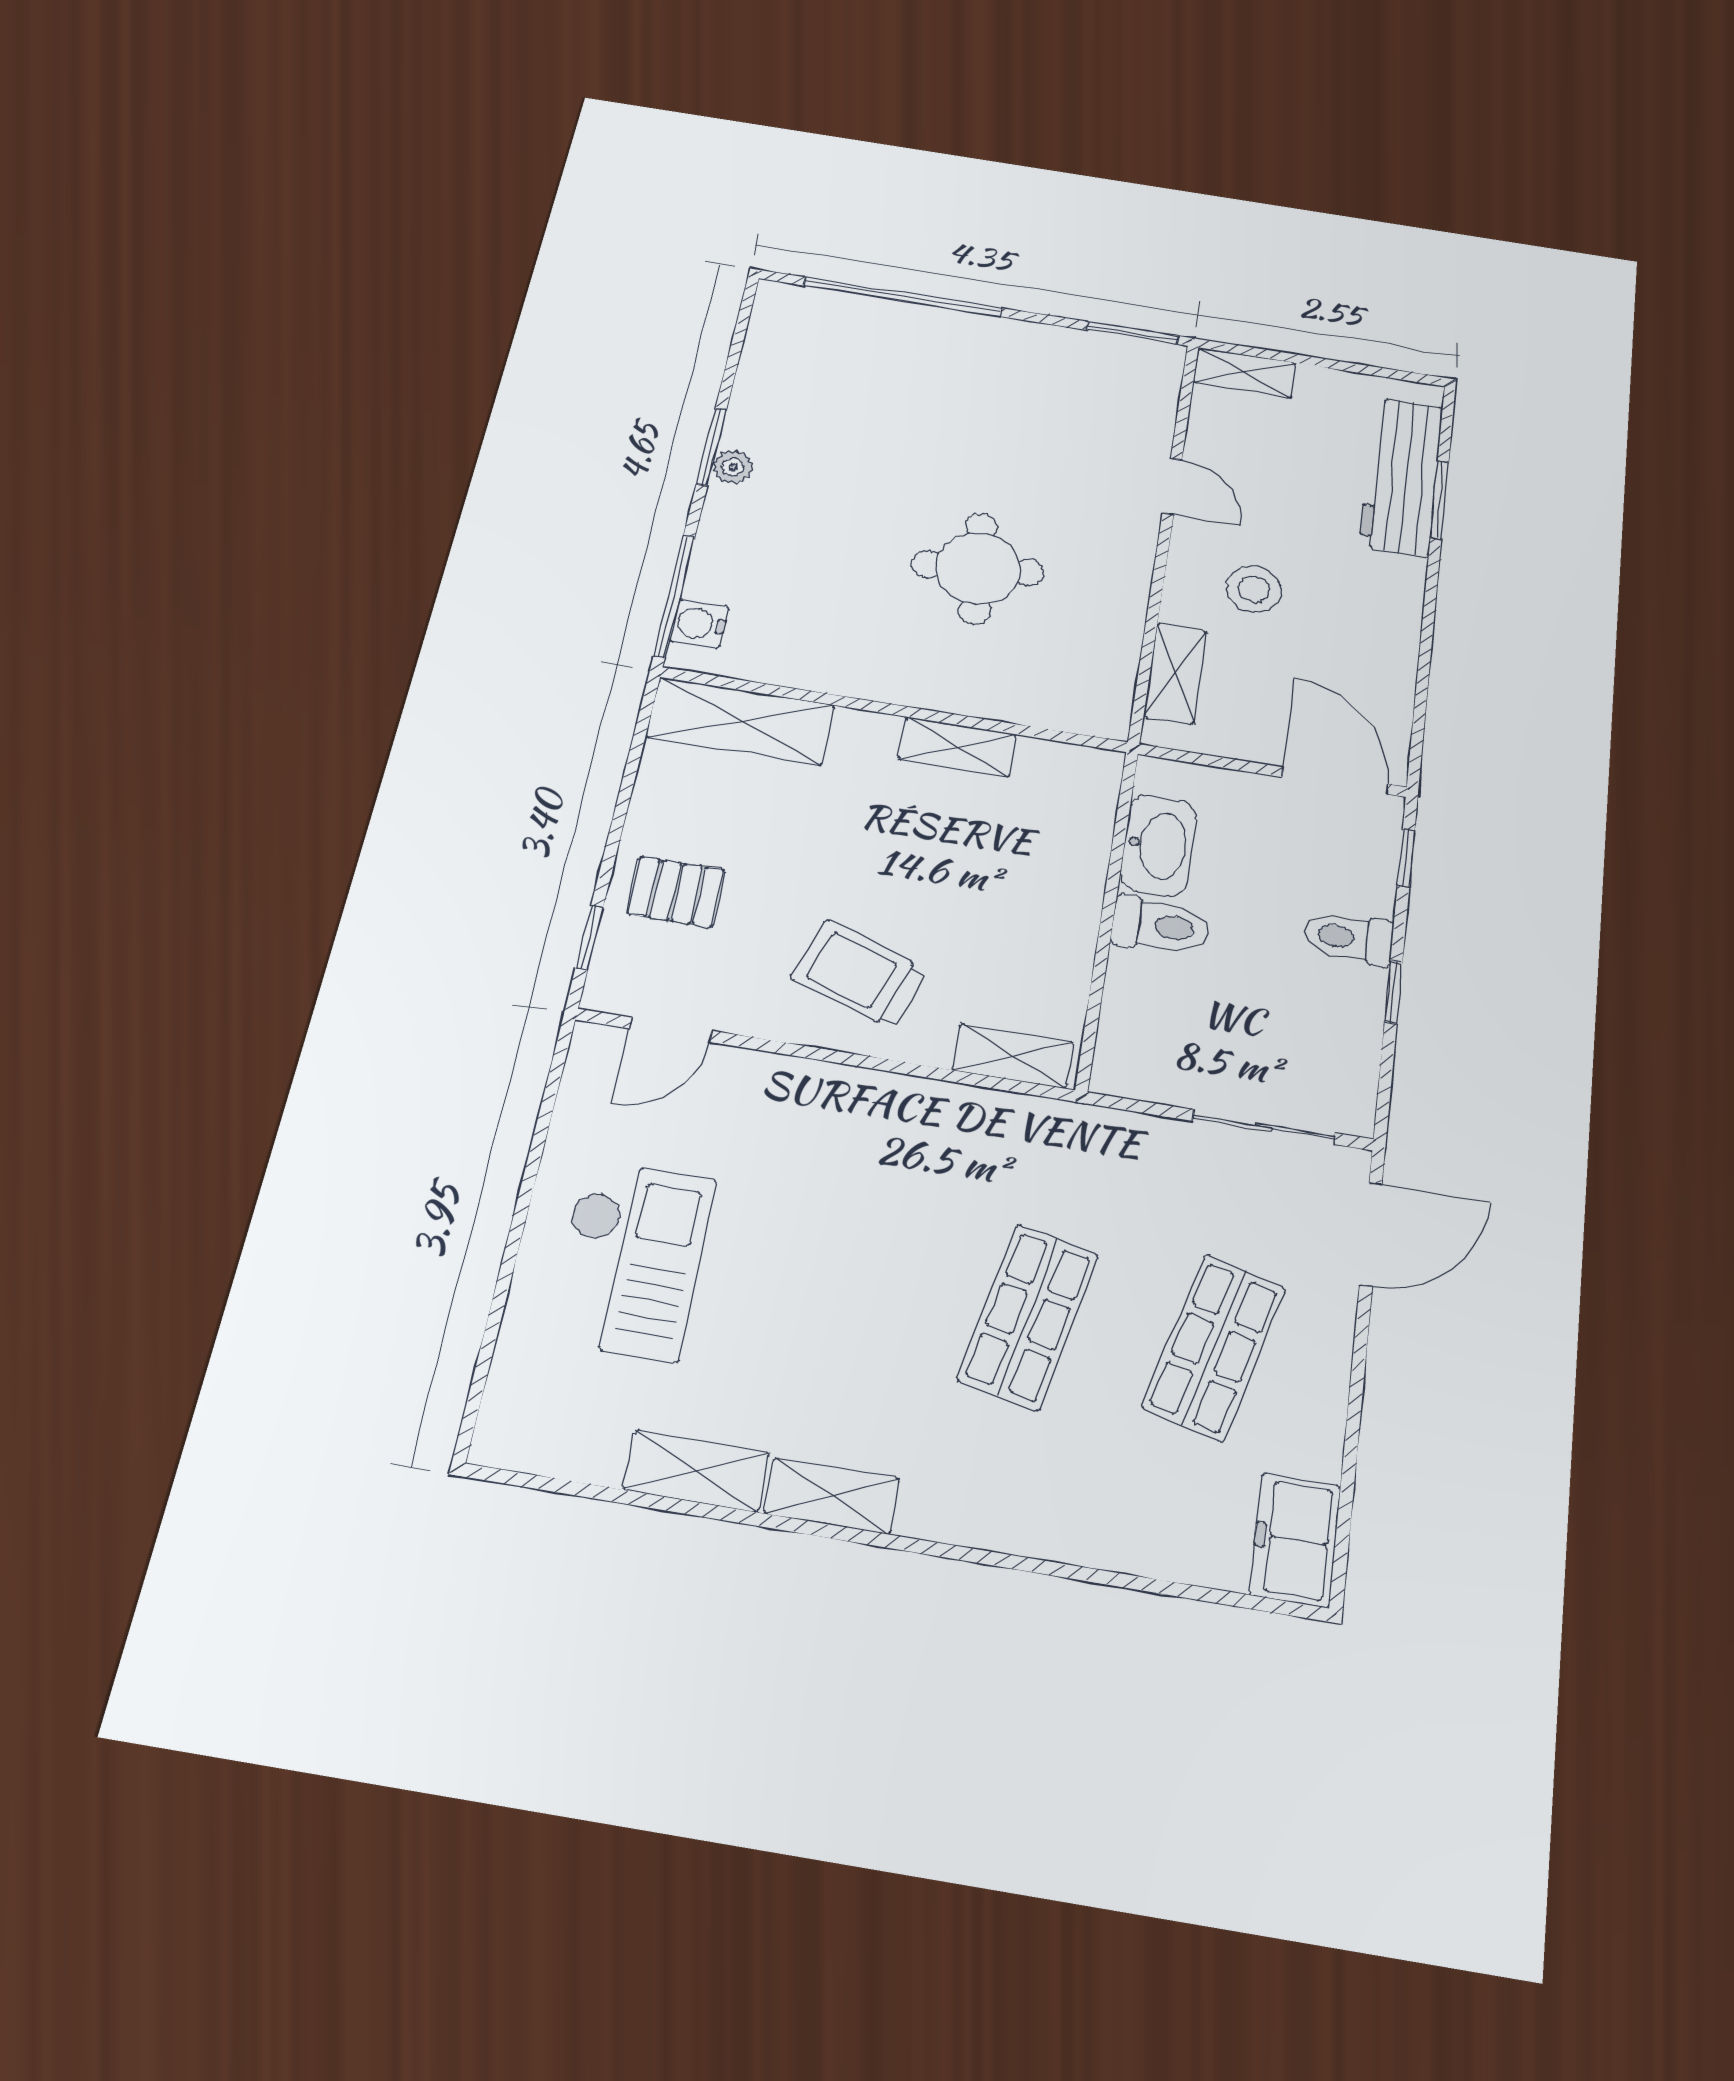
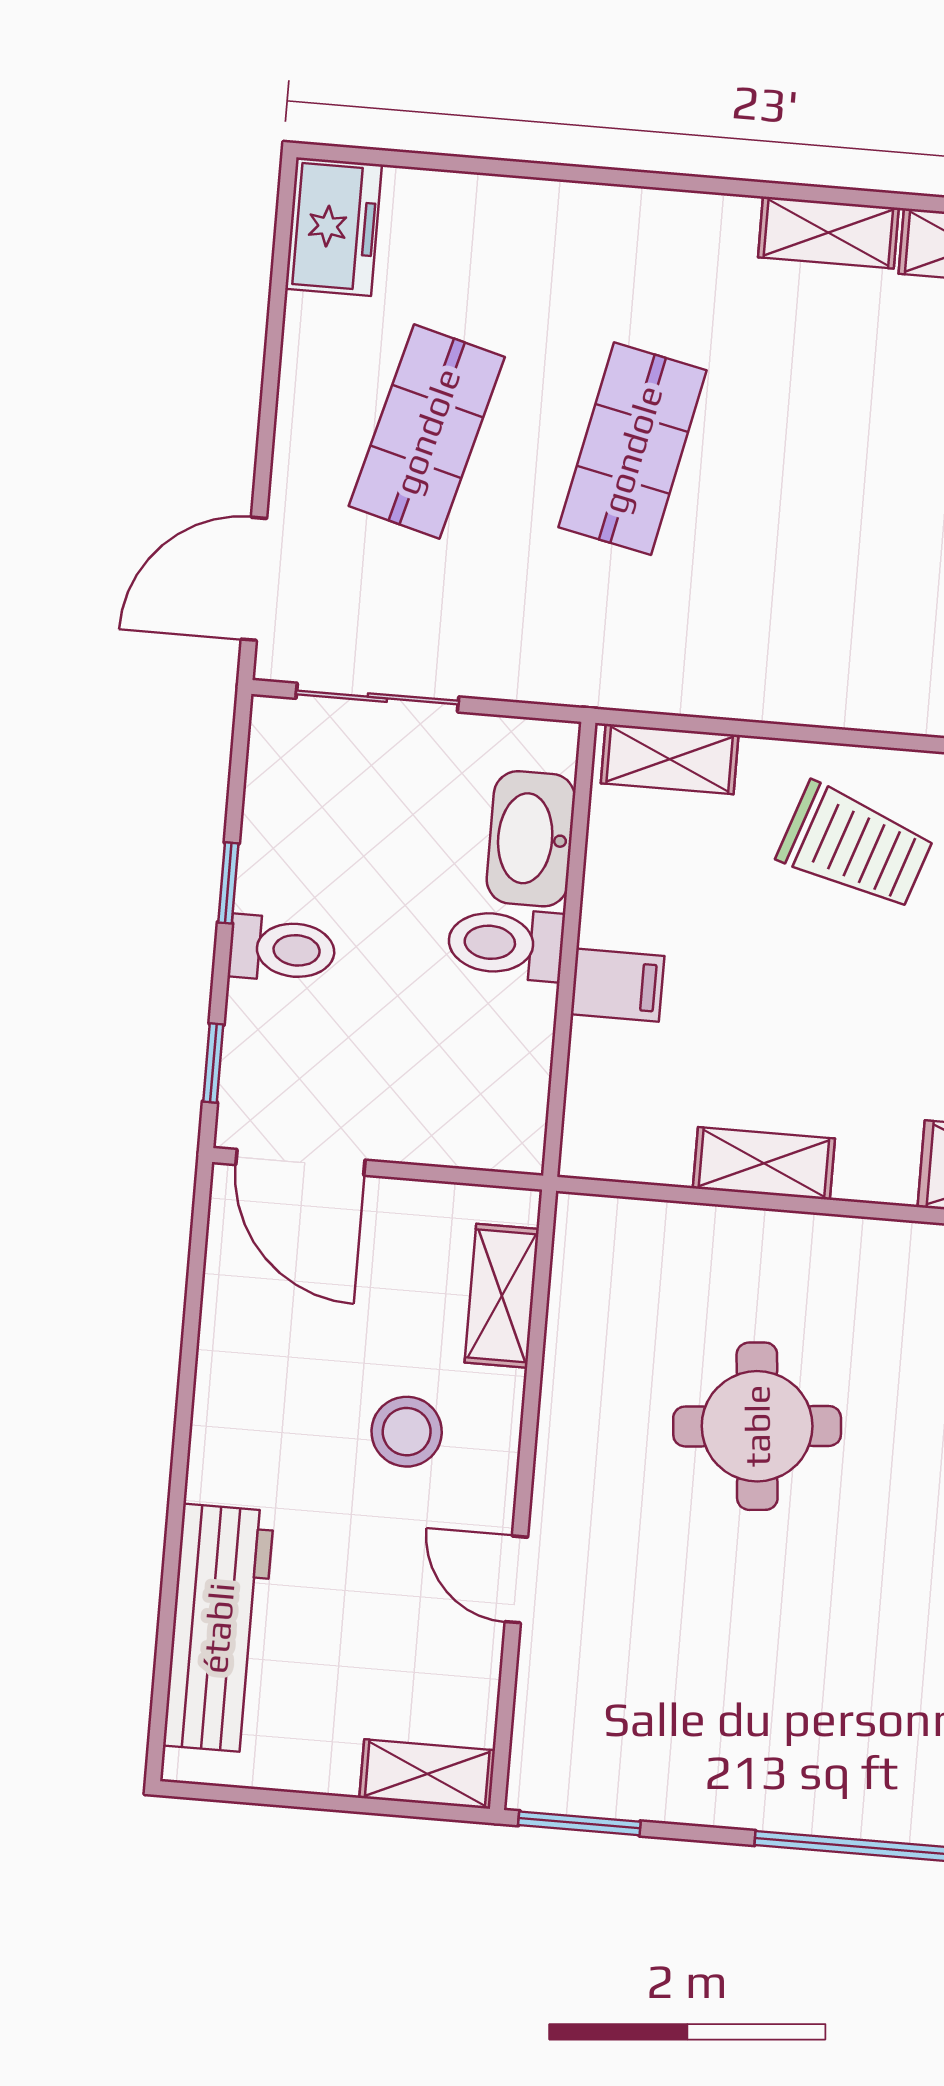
window: (1440, 500) -> (168, 1596), removed
washbasin: (1158, 845) -> (531, 839), moved
filing cabinet: (1069, 886) -> (618, 985), added

